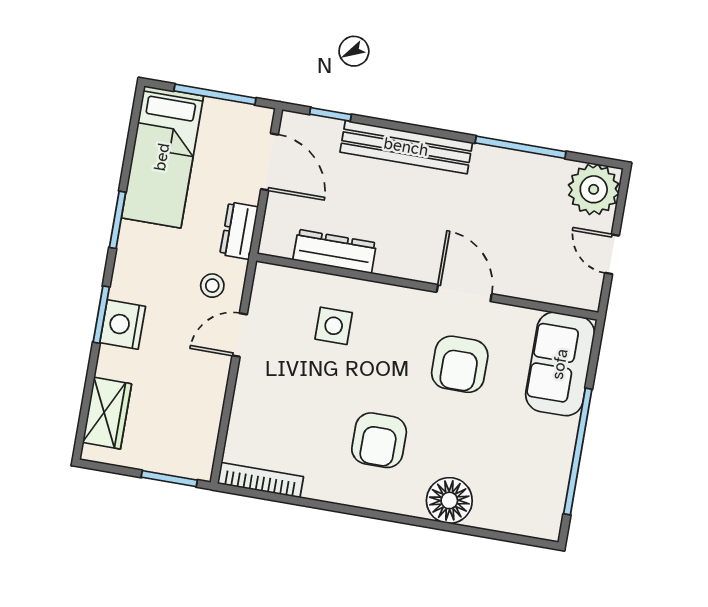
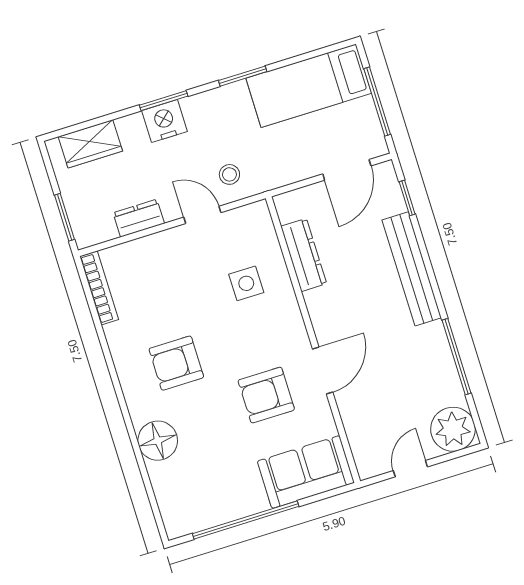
dresser: (239, 231) -> (139, 218), moved

